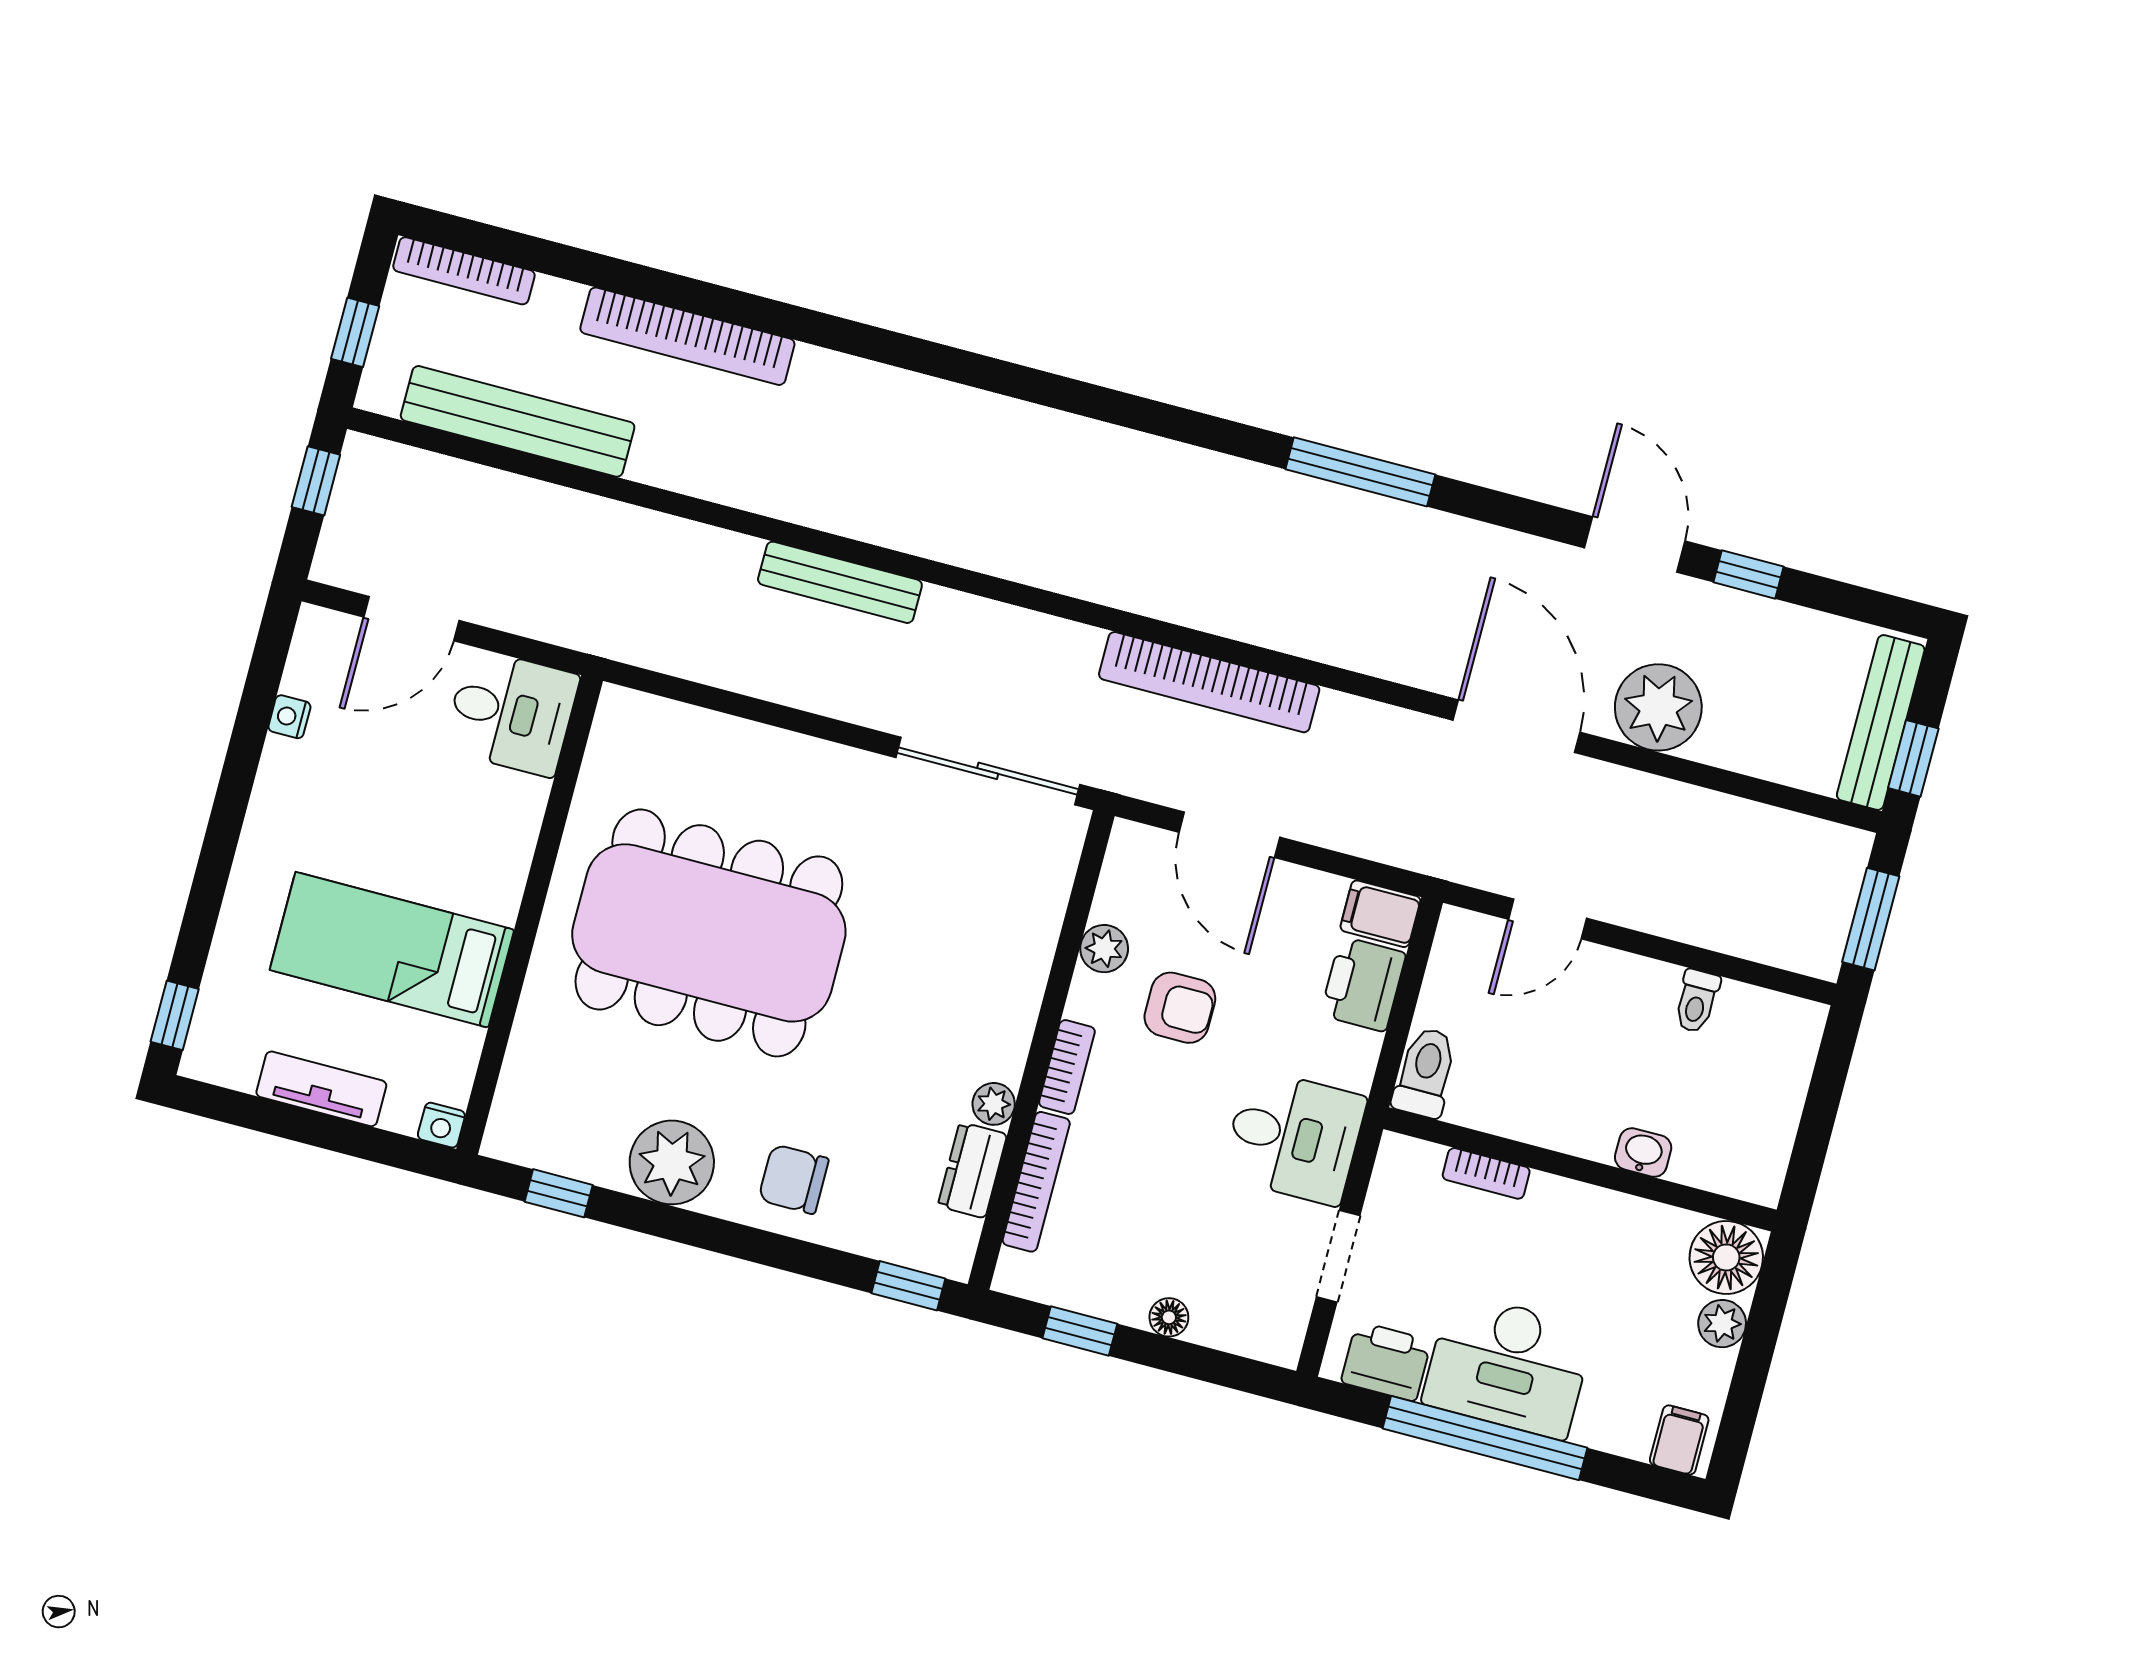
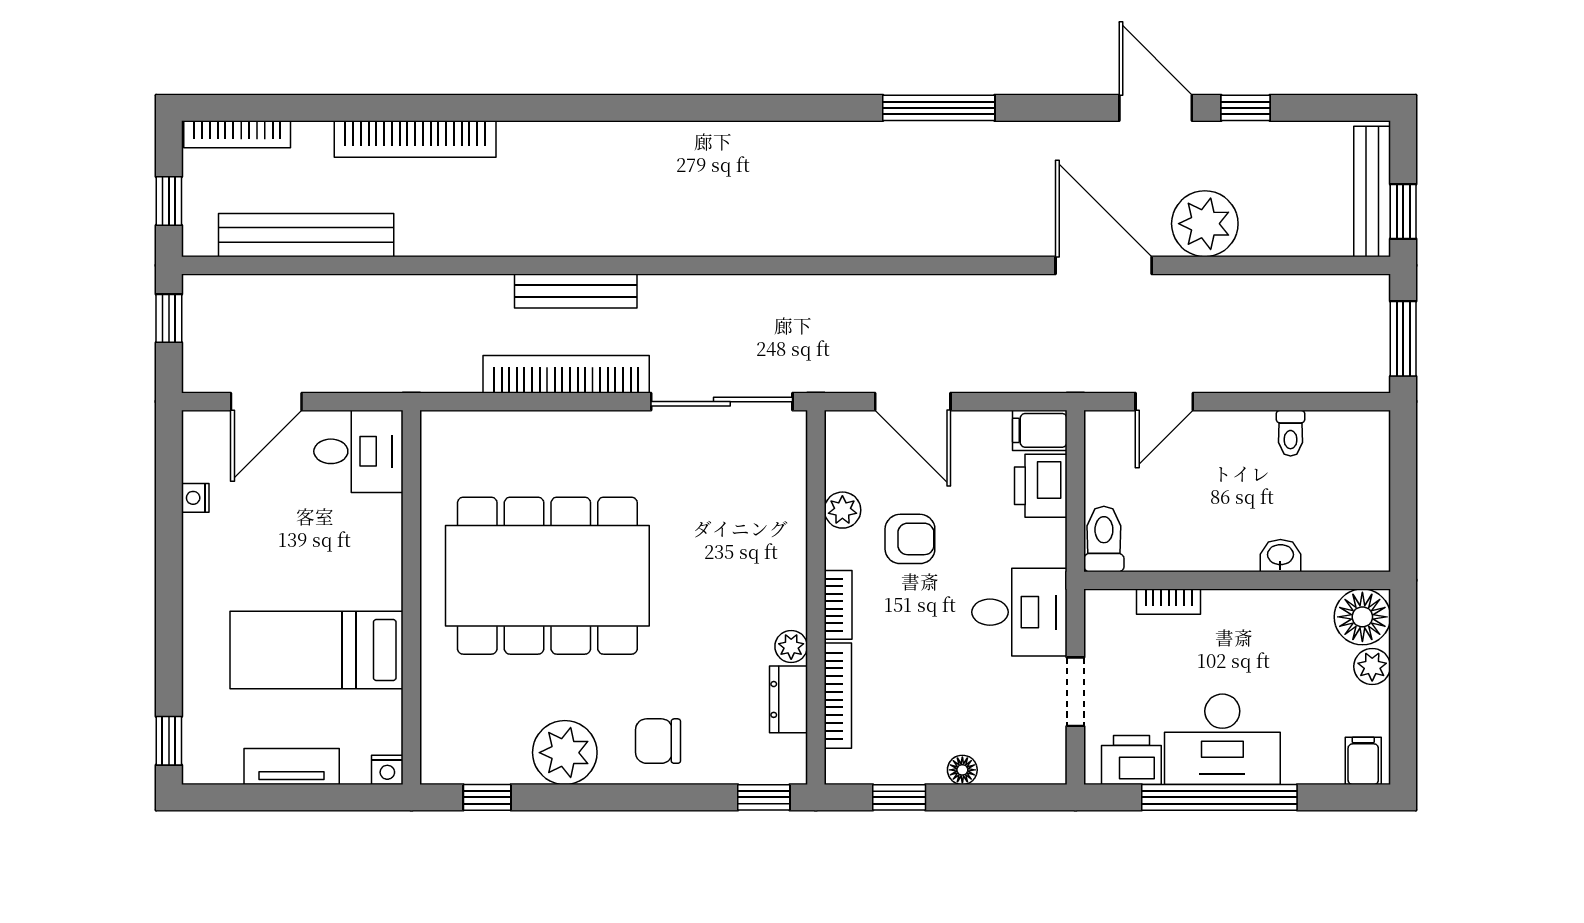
bookcase: (1209, 682) -> (566, 374), moved, turned 180

